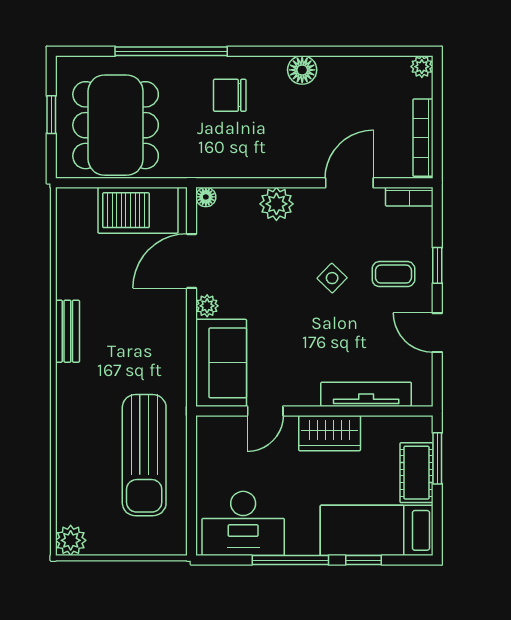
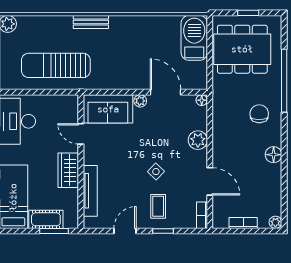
bookcase: (423, 138) -> (243, 223), width x0.64
barbecue: (138, 210) -> (194, 38), moved
bench: (67, 331) -> (91, 22), moved

